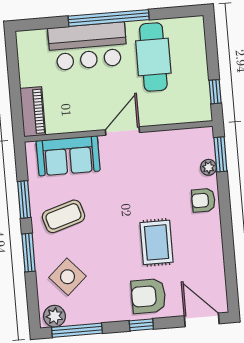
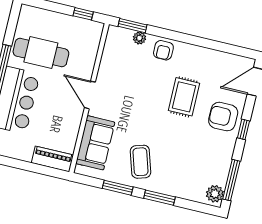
rug: (157, 242) -> (184, 97), turned 90
side table: (68, 277) -> (188, 174), removed
armchair: (149, 296) -> (223, 117), turned 90

